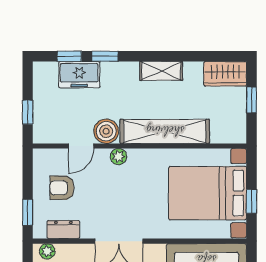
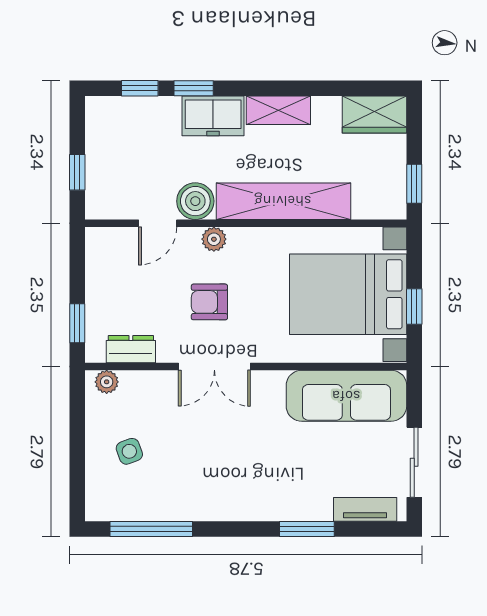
freezer: (79, 75) -> (213, 116), moved
window: (251, 100) -> (414, 184), moved
armchair: (62, 188) -> (209, 302), moved

